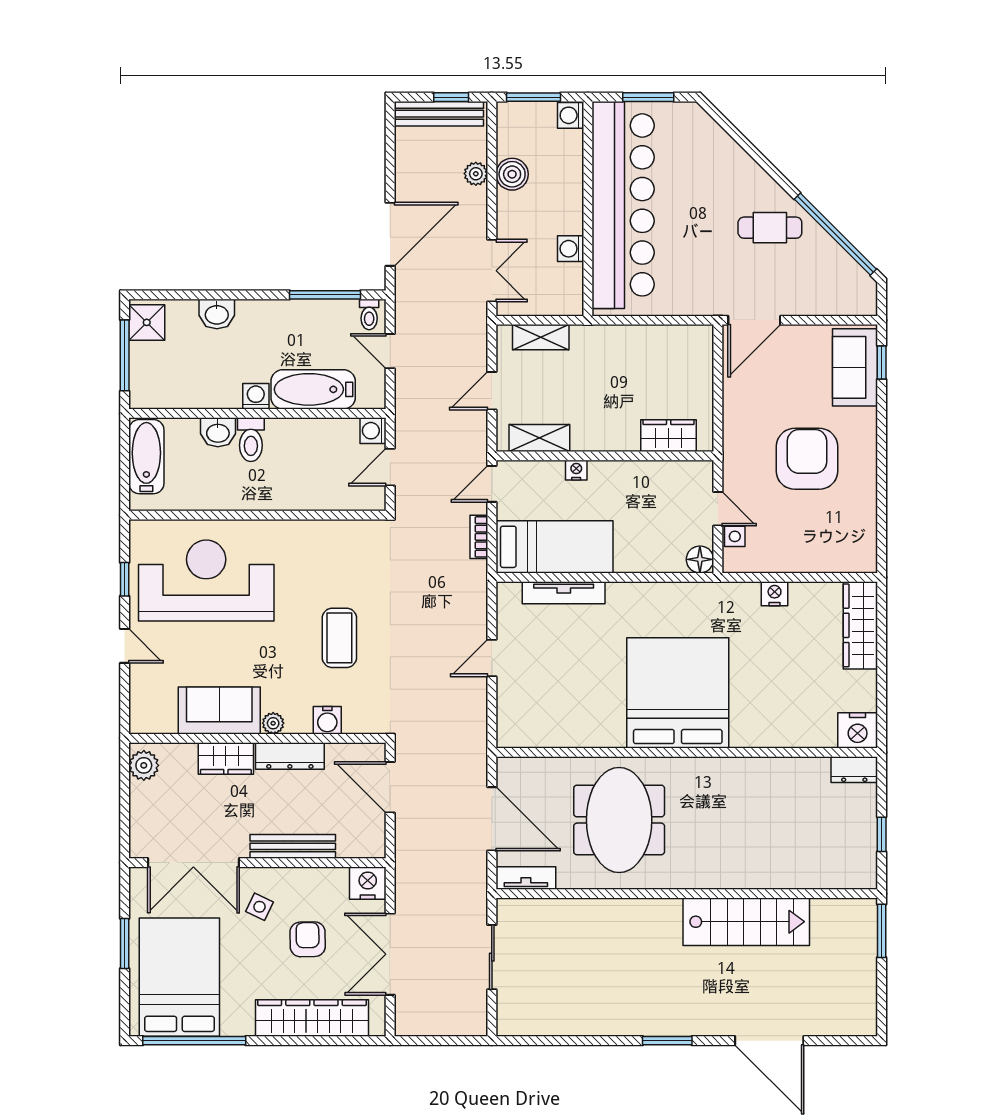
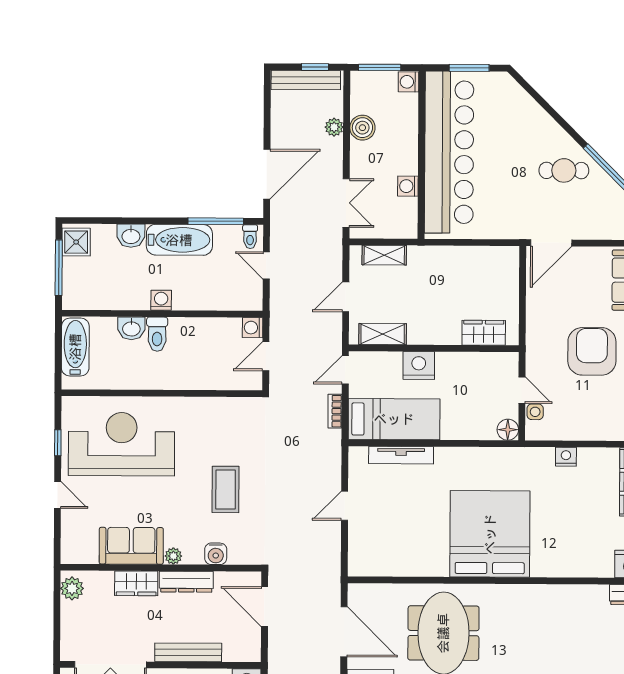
bathtub: (313, 389) -> (179, 240), moved, turned 180
nightstand: (576, 470) -> (419, 366), width x1.89, depth x1.79

